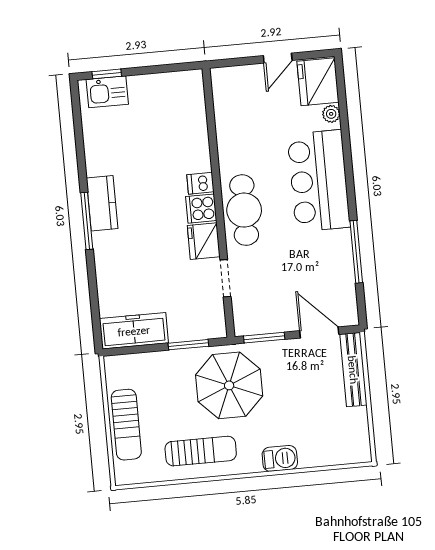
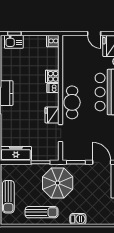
door: (278, 58) -> (94, 33), hinge flipped
cooker: (190, 82) -> (53, 41), added
cooker: (201, 209) -> (52, 76), moved

